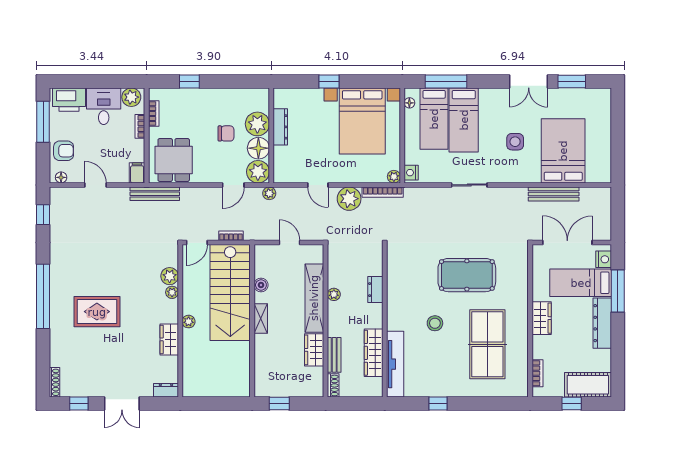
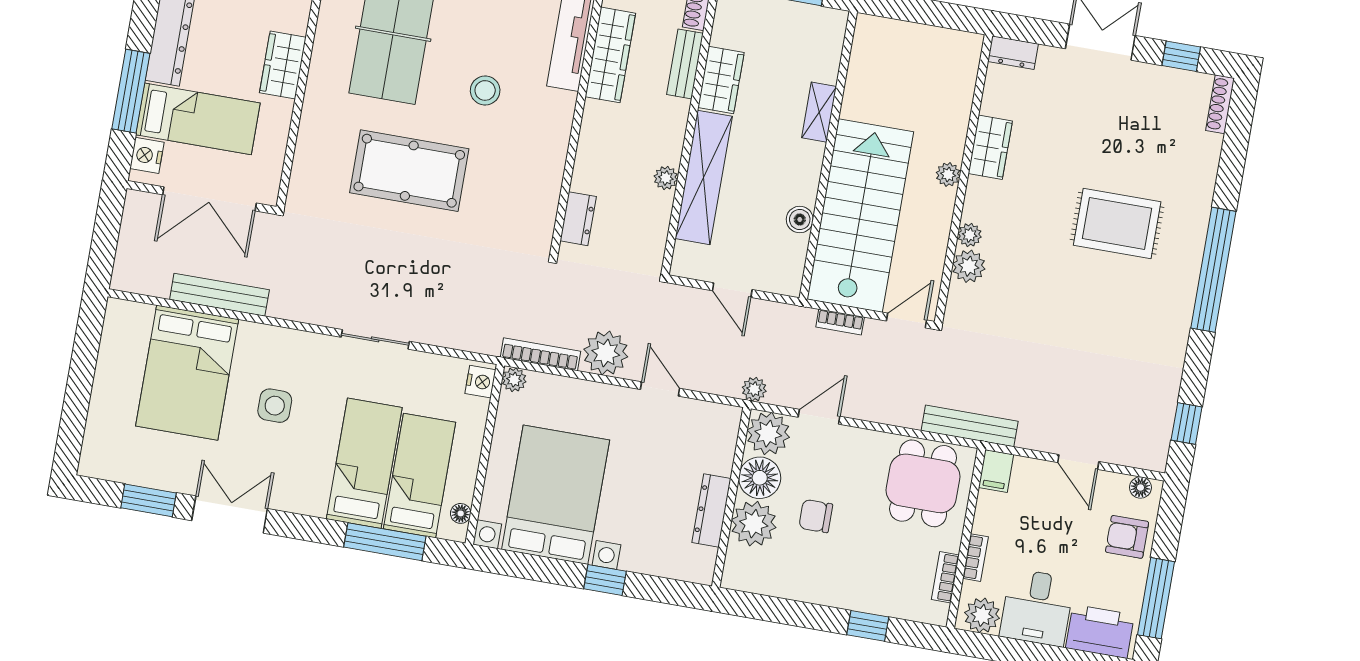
dresser: (375, 290) -> (578, 219), moved
shelving: (261, 319) -> (819, 112), moved

